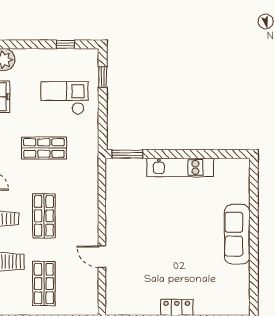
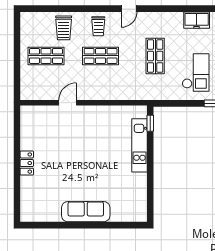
window: (127, 154) -> (150, 123), width x0.67
kitchen unit: (180, 167) -> (140, 145), moved

